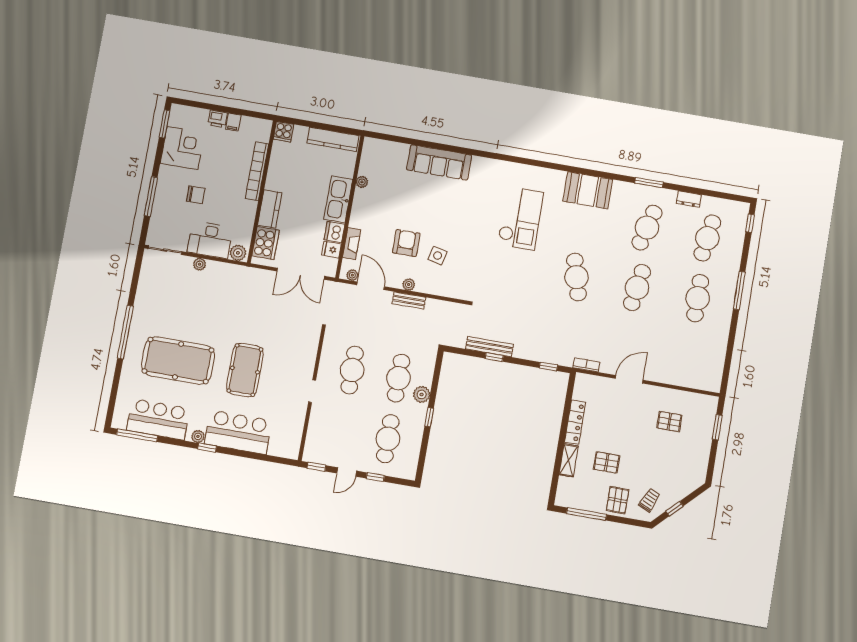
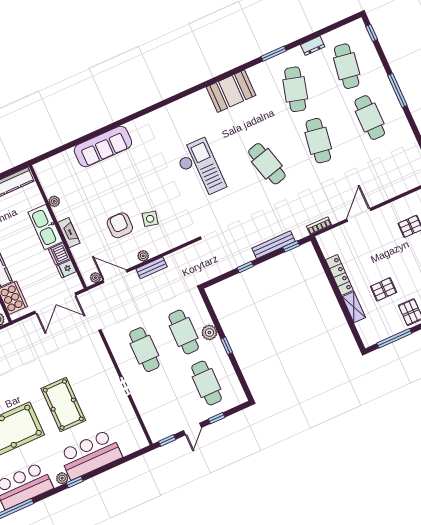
checkout: (521, 218) -> (200, 169), moved
fireplace: (352, 244) -> (69, 233), moved
bench: (489, 347) -> (274, 245), moved

